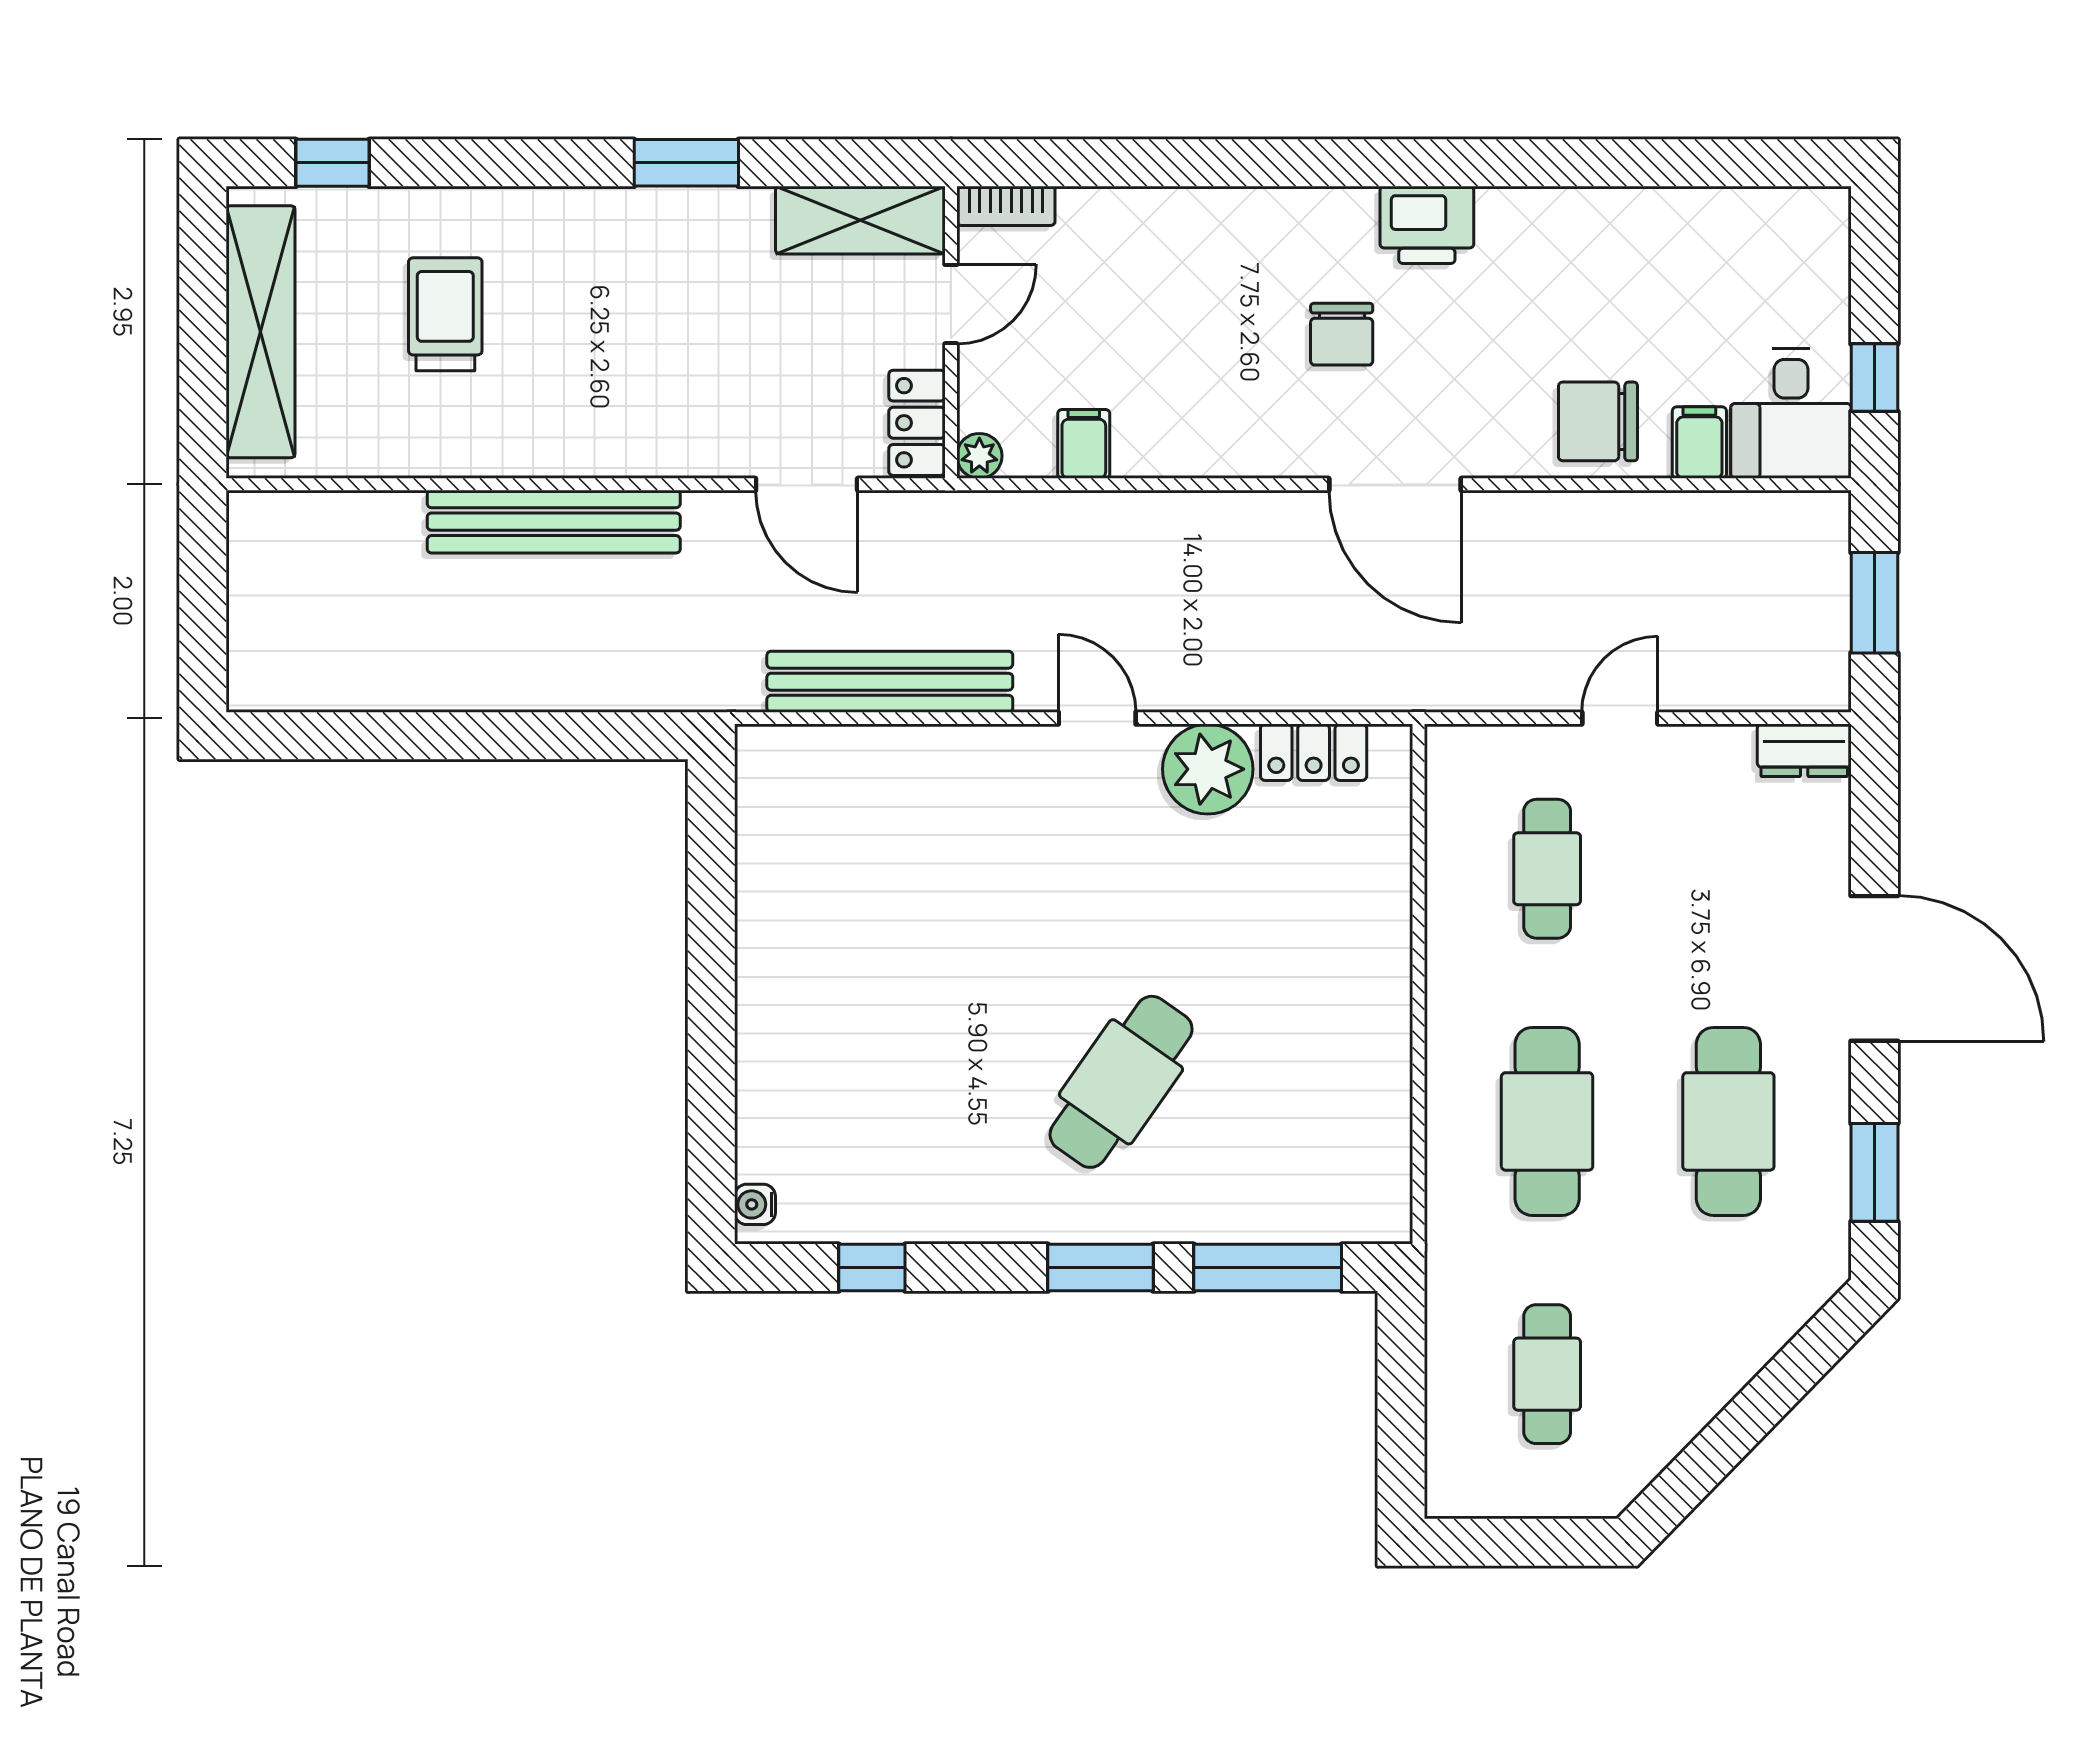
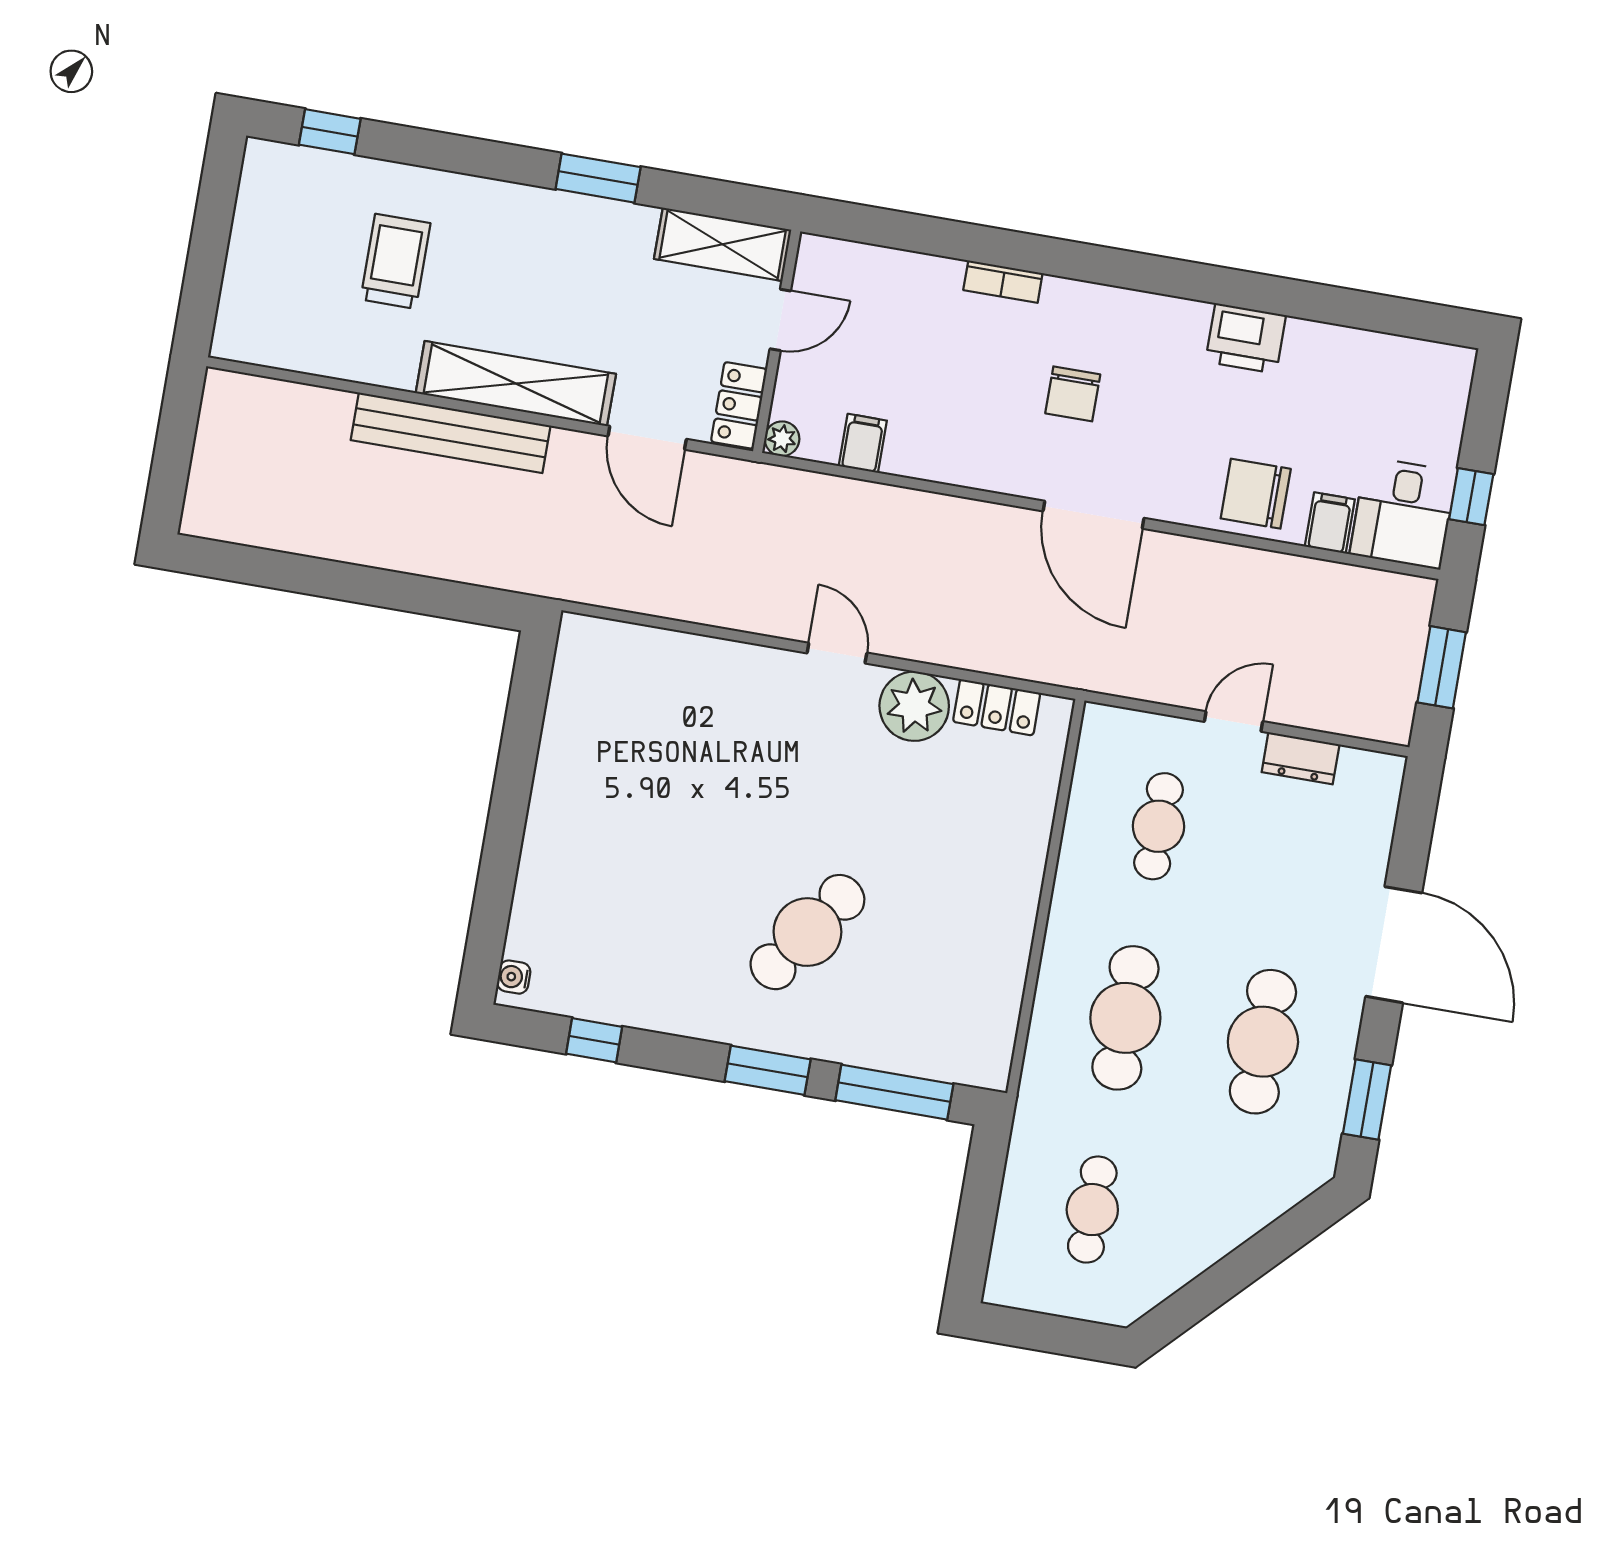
bookcase: (1006, 206) -> (1003, 282), moved
printer: (1427, 225) -> (1246, 338), moved
shelving: (261, 332) -> (516, 384), moved, turned 90
bench: (890, 682) -> (684, 598), removed
dresser: (1804, 750) -> (1301, 758), moved

